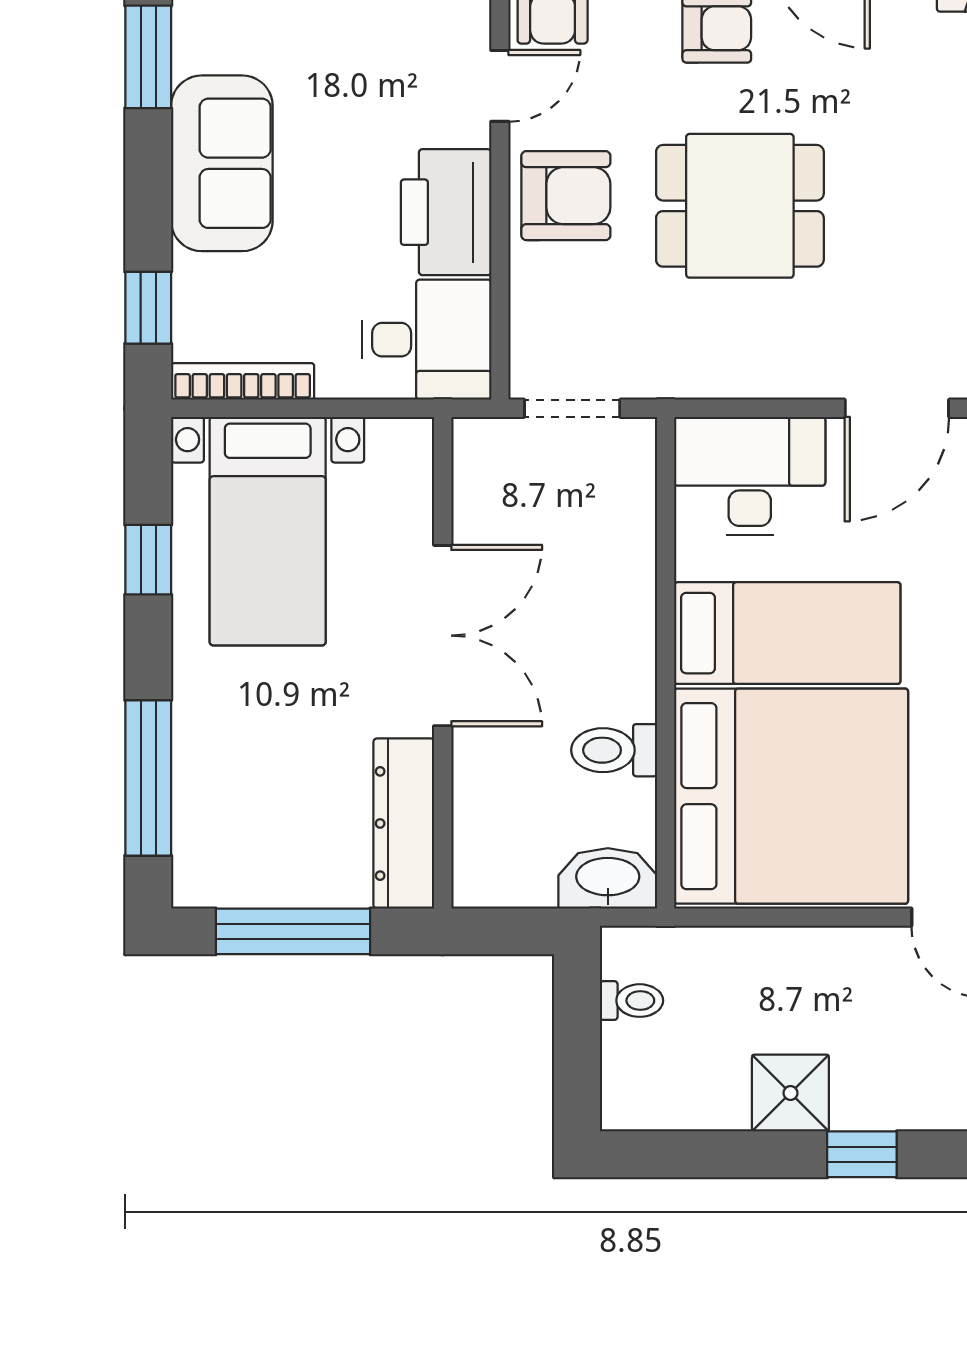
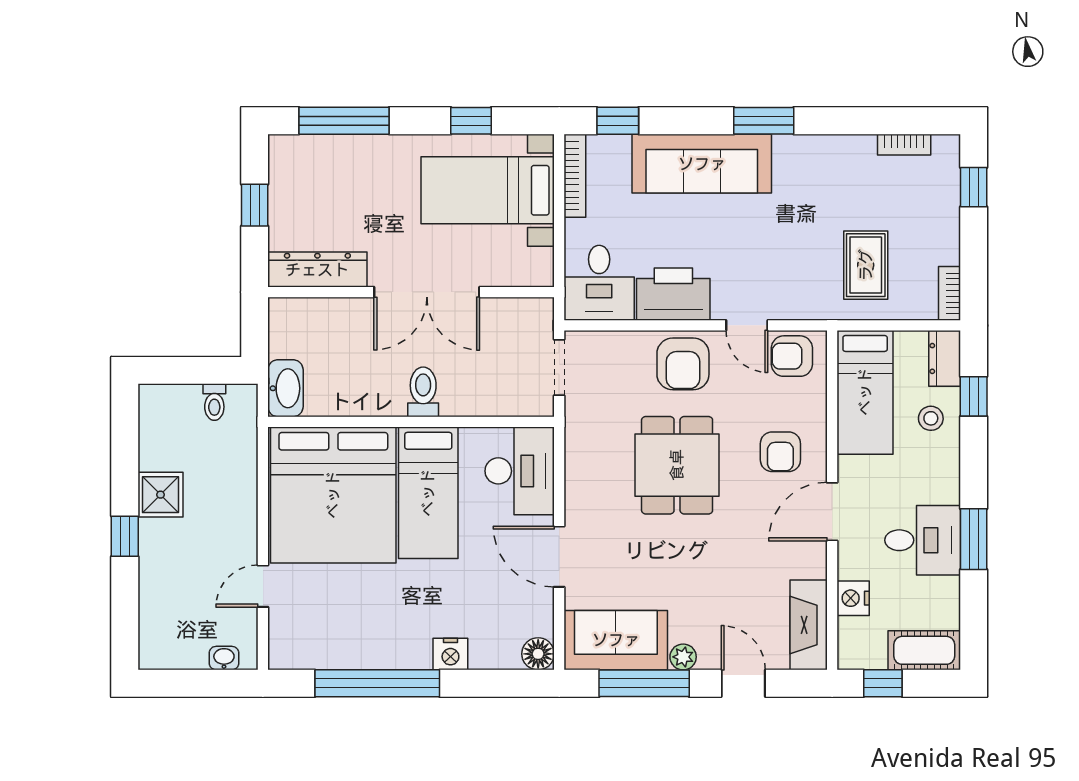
sofa: (222, 163) -> (702, 164), width x1.36
toilet: (614, 750) -> (423, 392), moved
window: (293, 931) -> (255, 205), width x0.46

